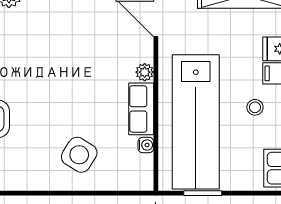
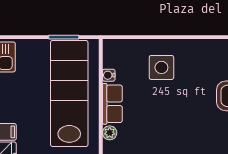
stool: (255, 107) -> (22, 105), removed
side table: (79, 155) -> (161, 67), turned -32

